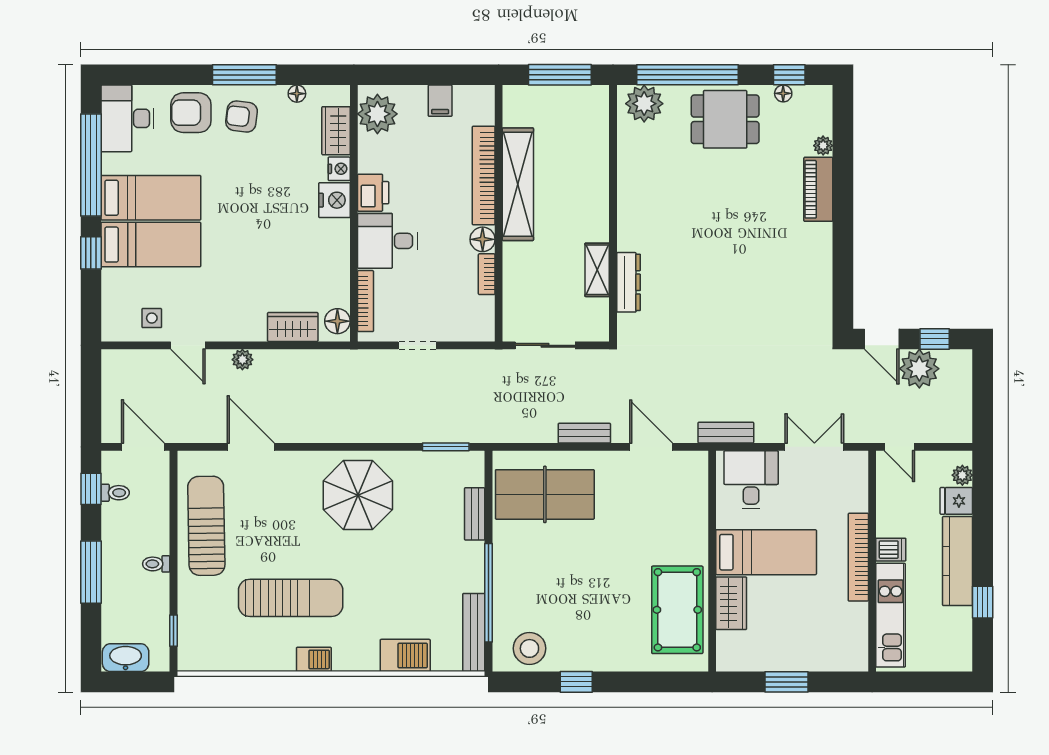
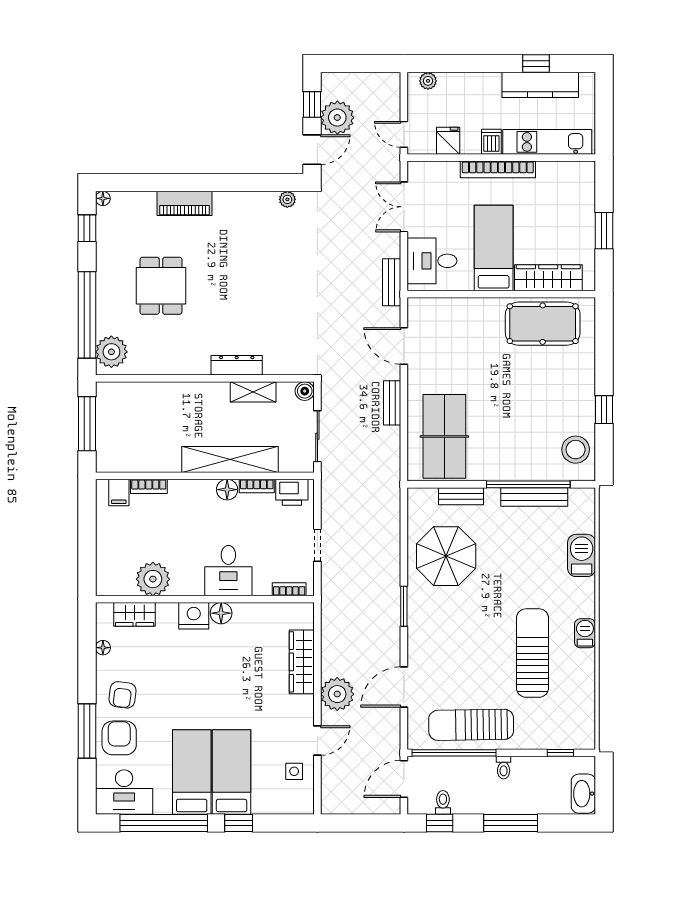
window: (244, 75) -> (87, 731), moved
floor lamp: (783, 93) -> (103, 198), moved
filing cabinet: (440, 101) -> (119, 492), moved, turned 90
armchair: (191, 113) -> (119, 738), turned 180
plant: (377, 114) -> (153, 579), moved
dining table: (725, 119) -> (161, 286), moved
plant: (823, 146) -> (287, 199), moved
nightstand: (339, 169) -> (167, 612), removed
bookcase: (484, 175) -> (149, 486), width x0.43, depth x0.76
shelving: (518, 184) -> (230, 459), moved
printer: (373, 193) -> (292, 492), moved, turned 180
dresser: (628, 282) -> (237, 365), moved
bookcase: (366, 301) -> (289, 589), width x0.64
floor lamp: (337, 321) -> (221, 613), moved
wardrobe: (293, 327) -> (302, 662), width x1.50
boiler: (598, 330) -> (305, 391), added
plant: (242, 360) -> (337, 694), width x1.87, depth x1.87
window: (446, 447) -> (404, 606), moved
door: (651, 447) -> (404, 346), hinge flipped
door: (899, 447) -> (404, 134), swing flipped
parasol: (358, 495) -> (446, 556), moved
fridge: (956, 501) -> (448, 141), moved, turned 180
window: (174, 506) -> (454, 753), added
kitchen counter: (958, 561) -> (540, 85), moved
wardrobe: (731, 603) -> (548, 278), width x1.50
bench: (474, 633) -> (534, 497), moved

